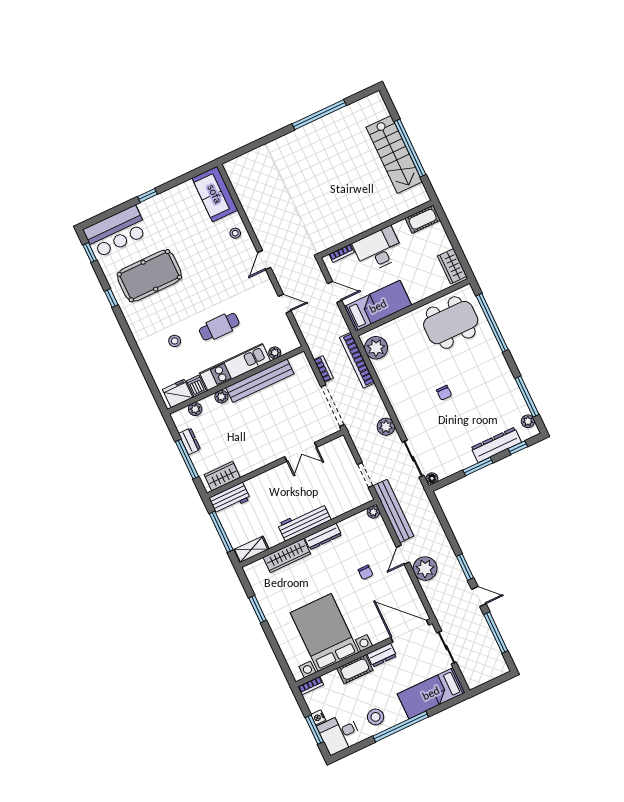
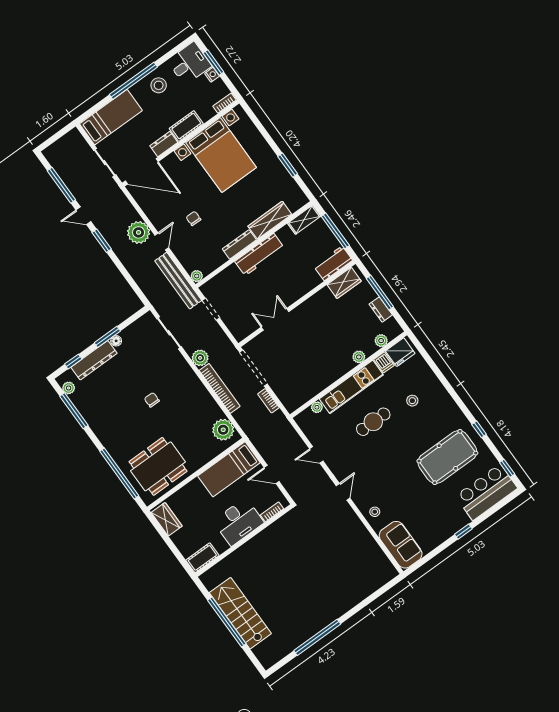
bookcase: (357, 360) -> (220, 388), moved
bench: (260, 381) -> (326, 379), removed
floor lamp: (432, 478) -> (116, 341), moved

